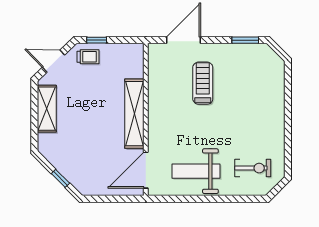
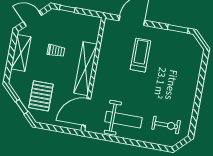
trolley: (88, 57) -> (56, 51), moved
pallet: (83, 160) -> (41, 96), added
weight bench: (196, 171) -> (123, 120), turned 180

